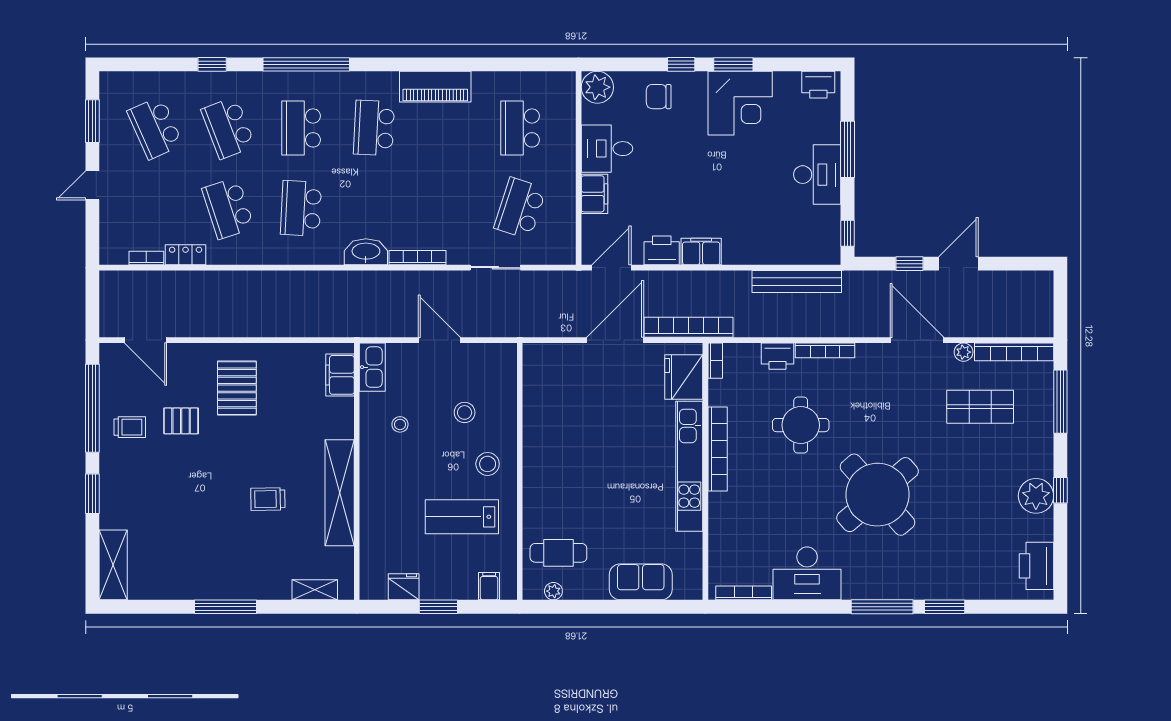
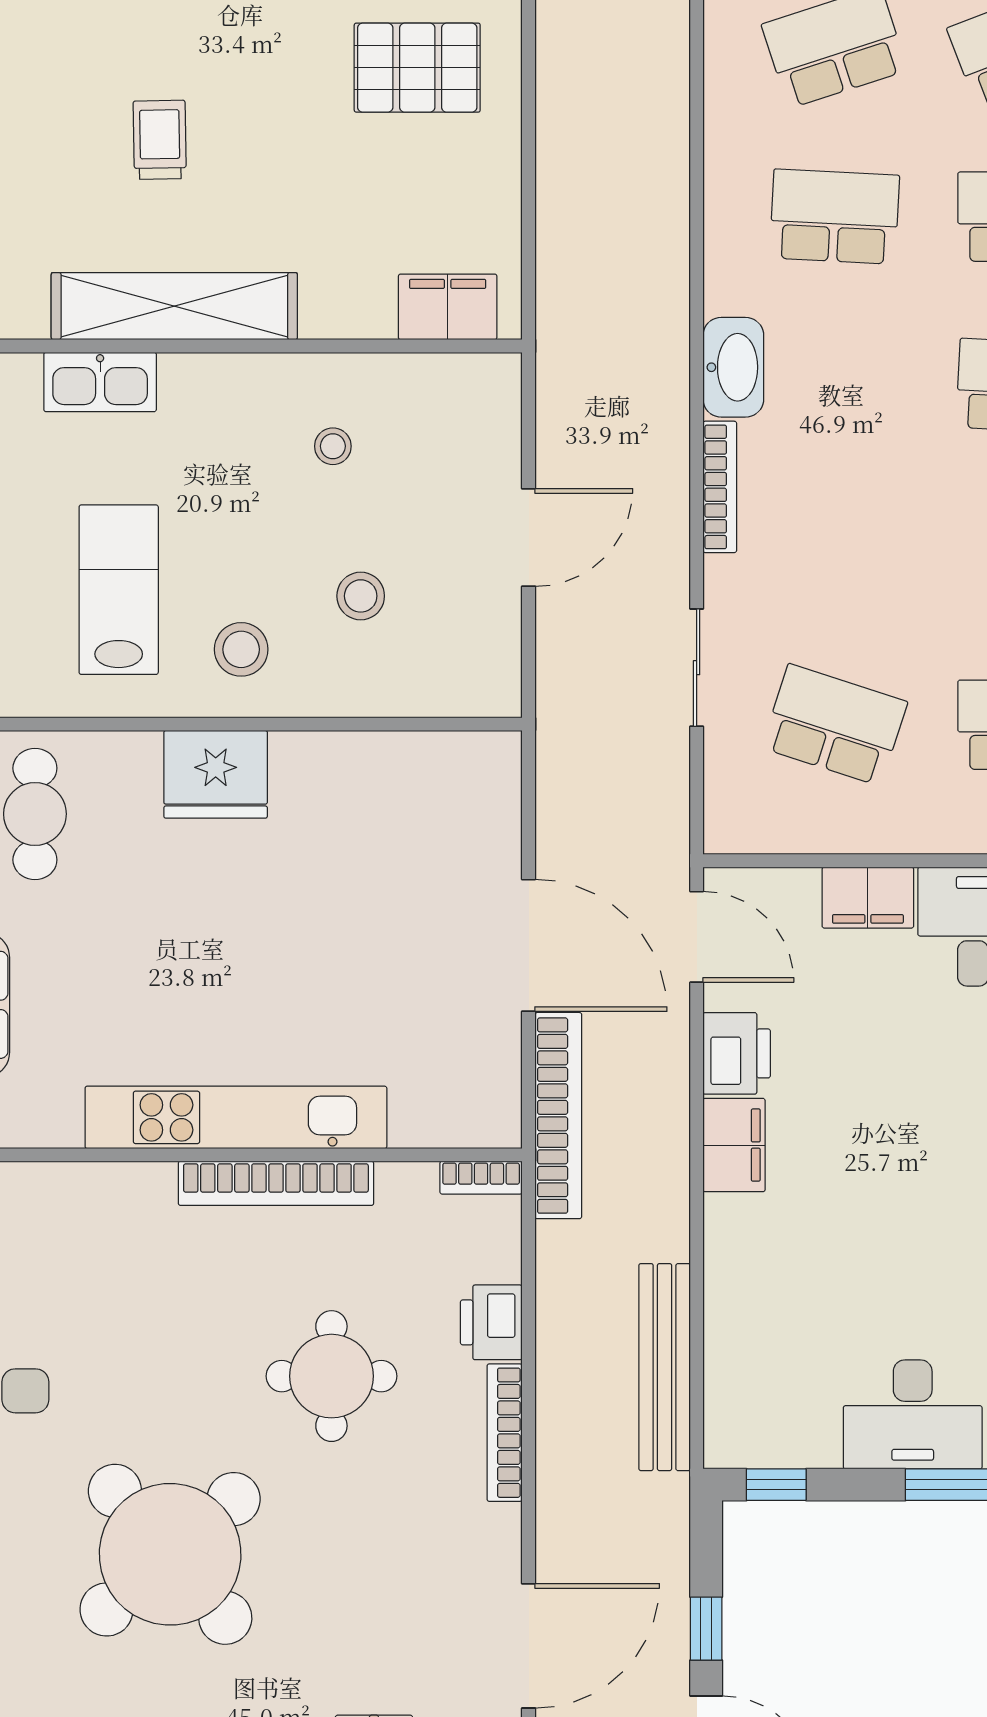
kitchen sink: (372, 367) -> (100, 382), moved
fridge: (684, 377) -> (216, 774), moved, turned 180

